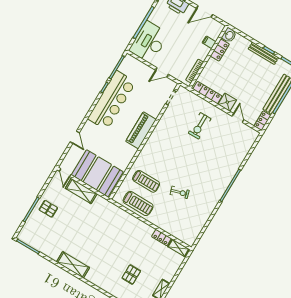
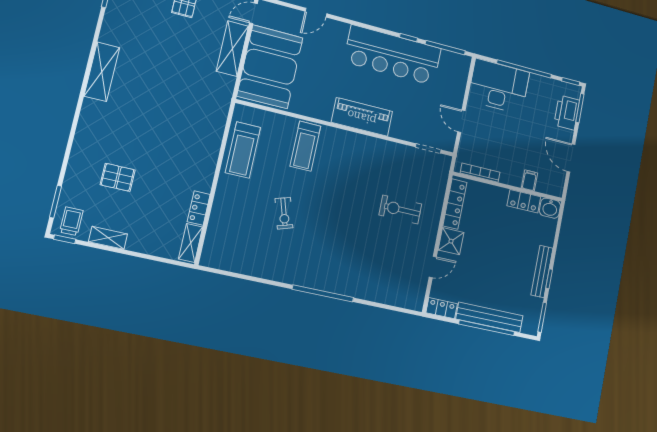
treadmill: (146, 181) -> (305, 146), moved

